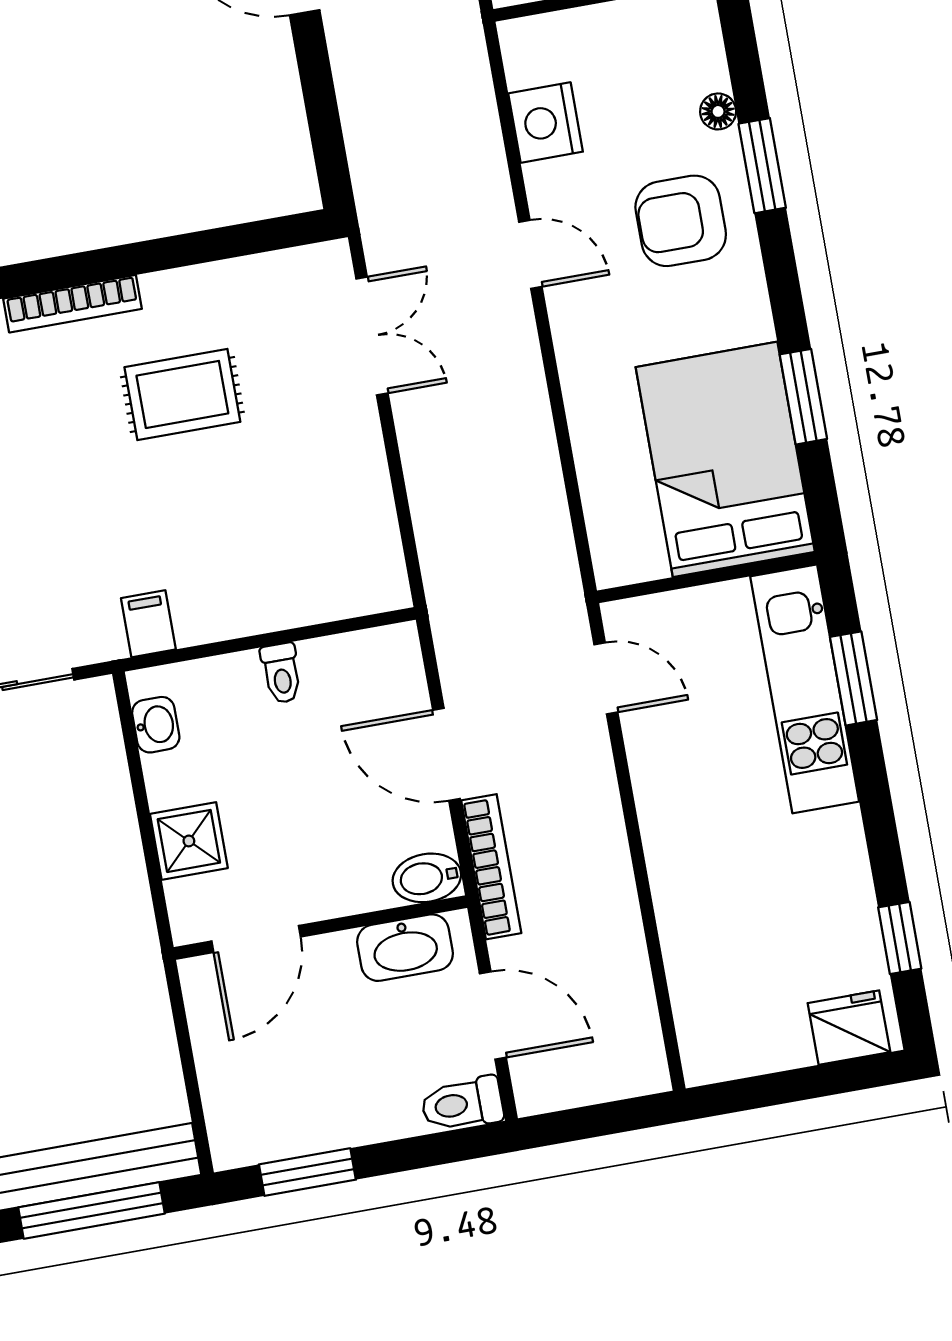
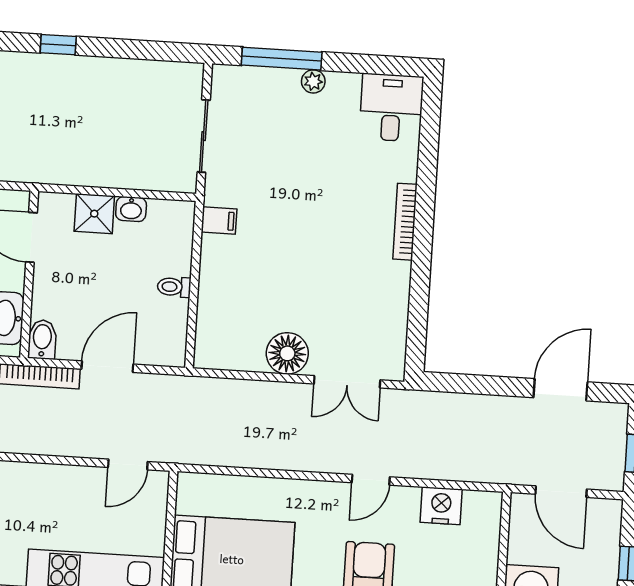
rug: (182, 394) -> (340, 270), removed
floor lamp: (348, 451) -> (287, 353), added
washbasin: (156, 725) -> (131, 209), moved

